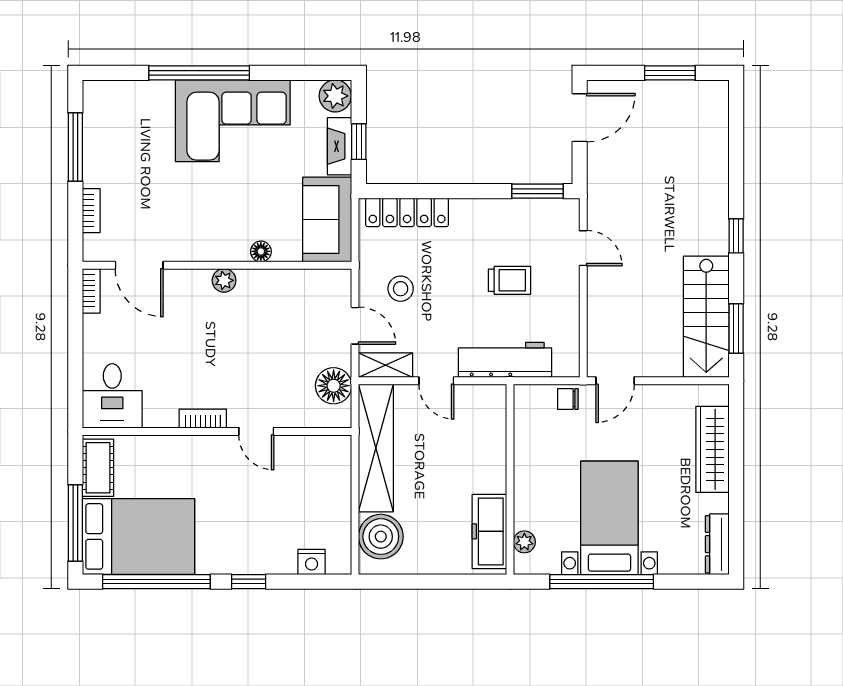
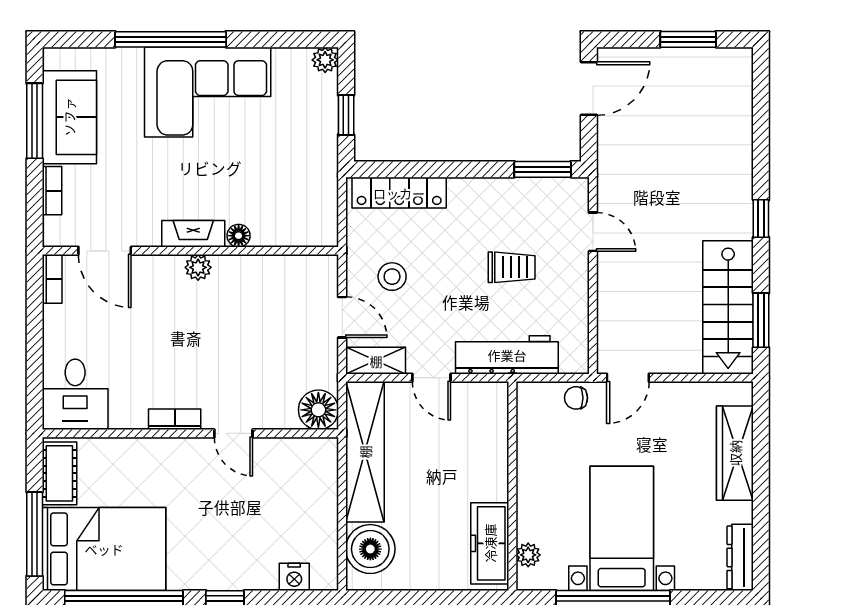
plant: (335, 96) -> (325, 60), width x0.73, depth x0.73
fireplace: (339, 146) -> (193, 234), moved, turned 90
sofa: (327, 219) -> (69, 117), moved, turned 180
floor lamp: (334, 386) -> (318, 410), moved

